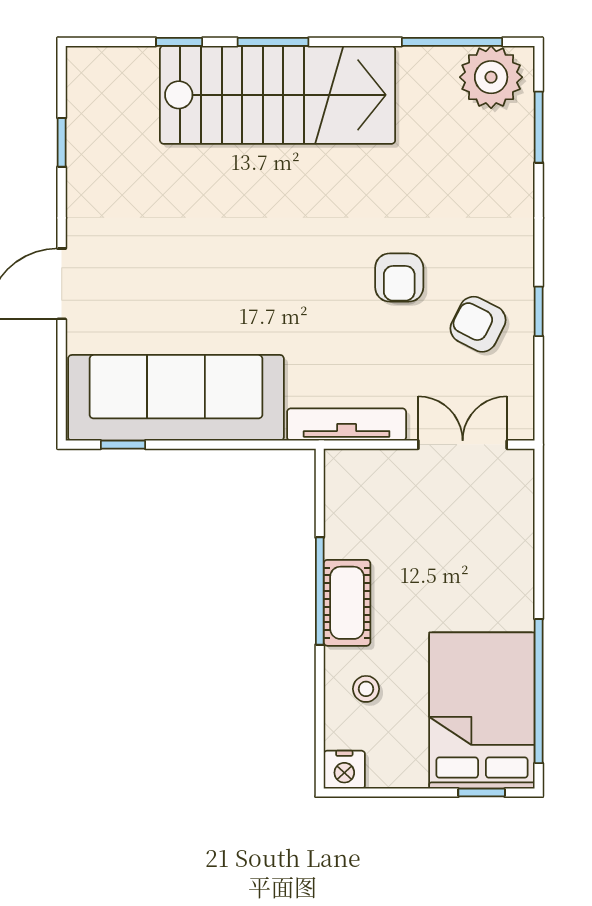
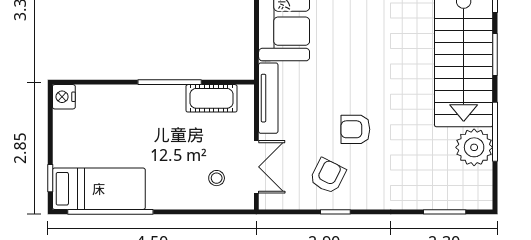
window: (452, 42) -> (495, 132), moved
plant: (491, 77) -> (474, 147), moved
cot: (347, 603) -> (212, 98), moved
stool: (366, 689) -> (217, 178), moved
bed: (482, 711) -> (99, 189), width x0.67

